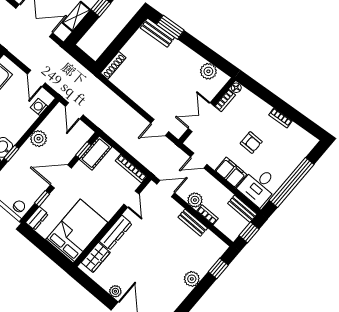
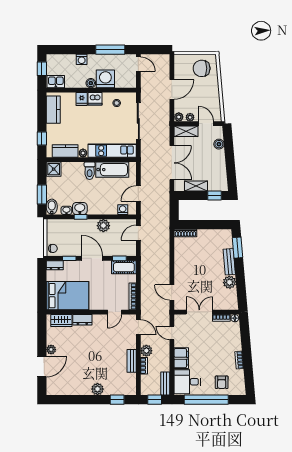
bench: (157, 33) -> (229, 262), moved
plant: (208, 71) -> (229, 282), moved
armchair: (251, 143) -> (222, 382), moved
dresser: (116, 232) -> (82, 320), width x0.70

